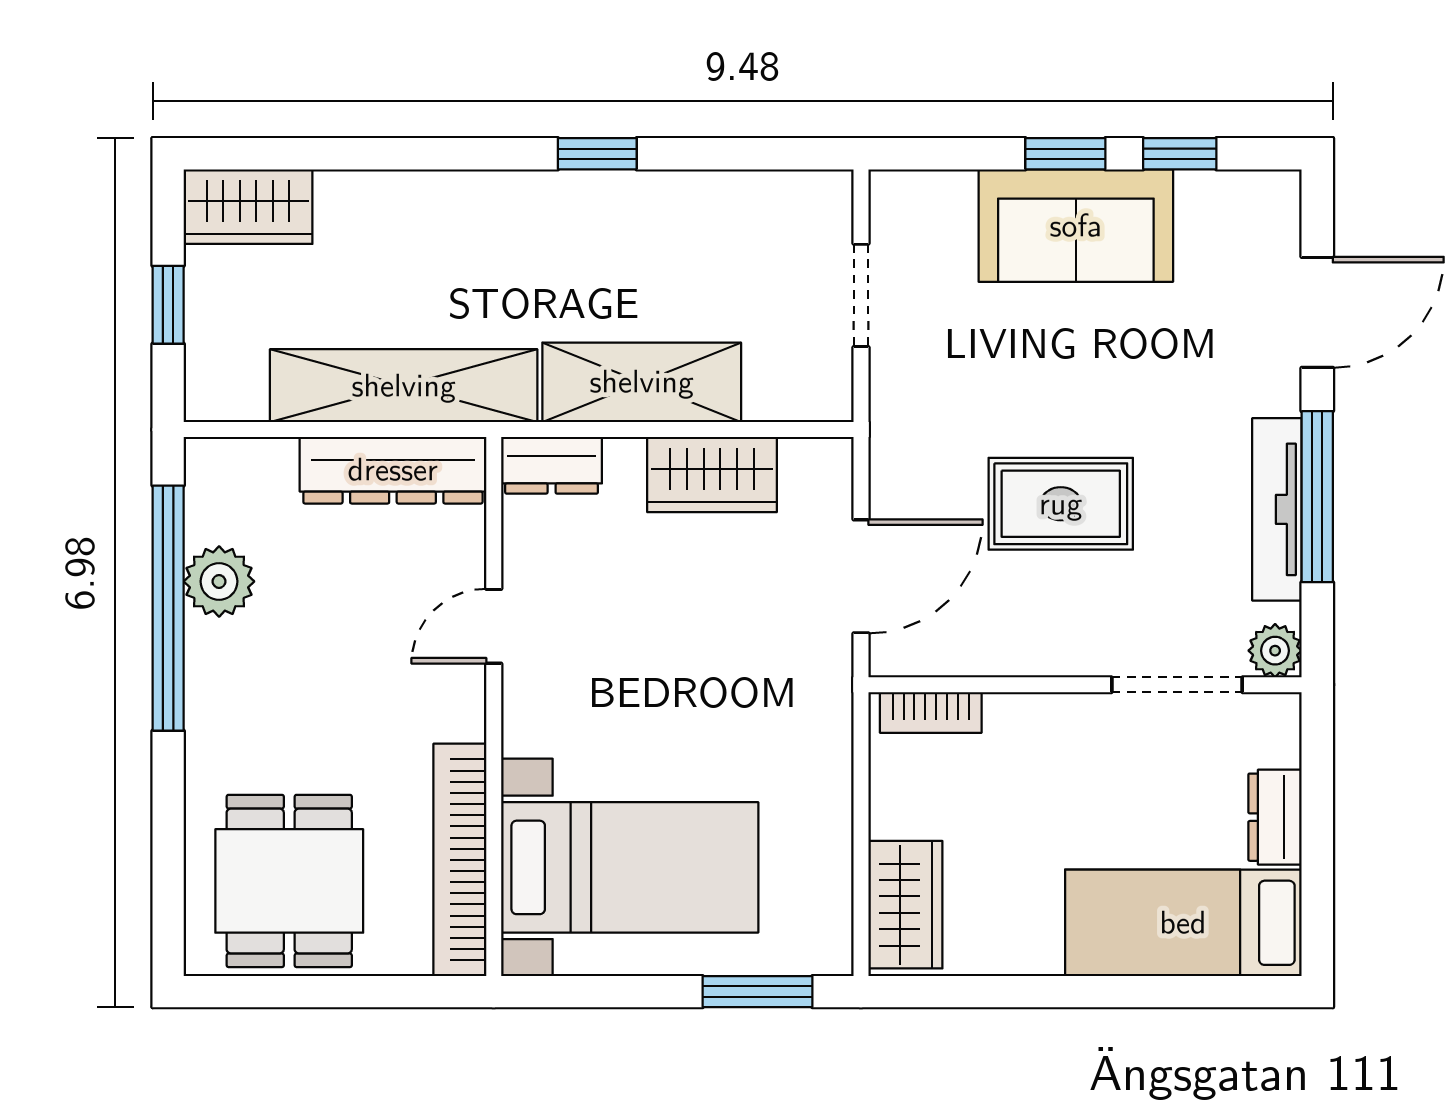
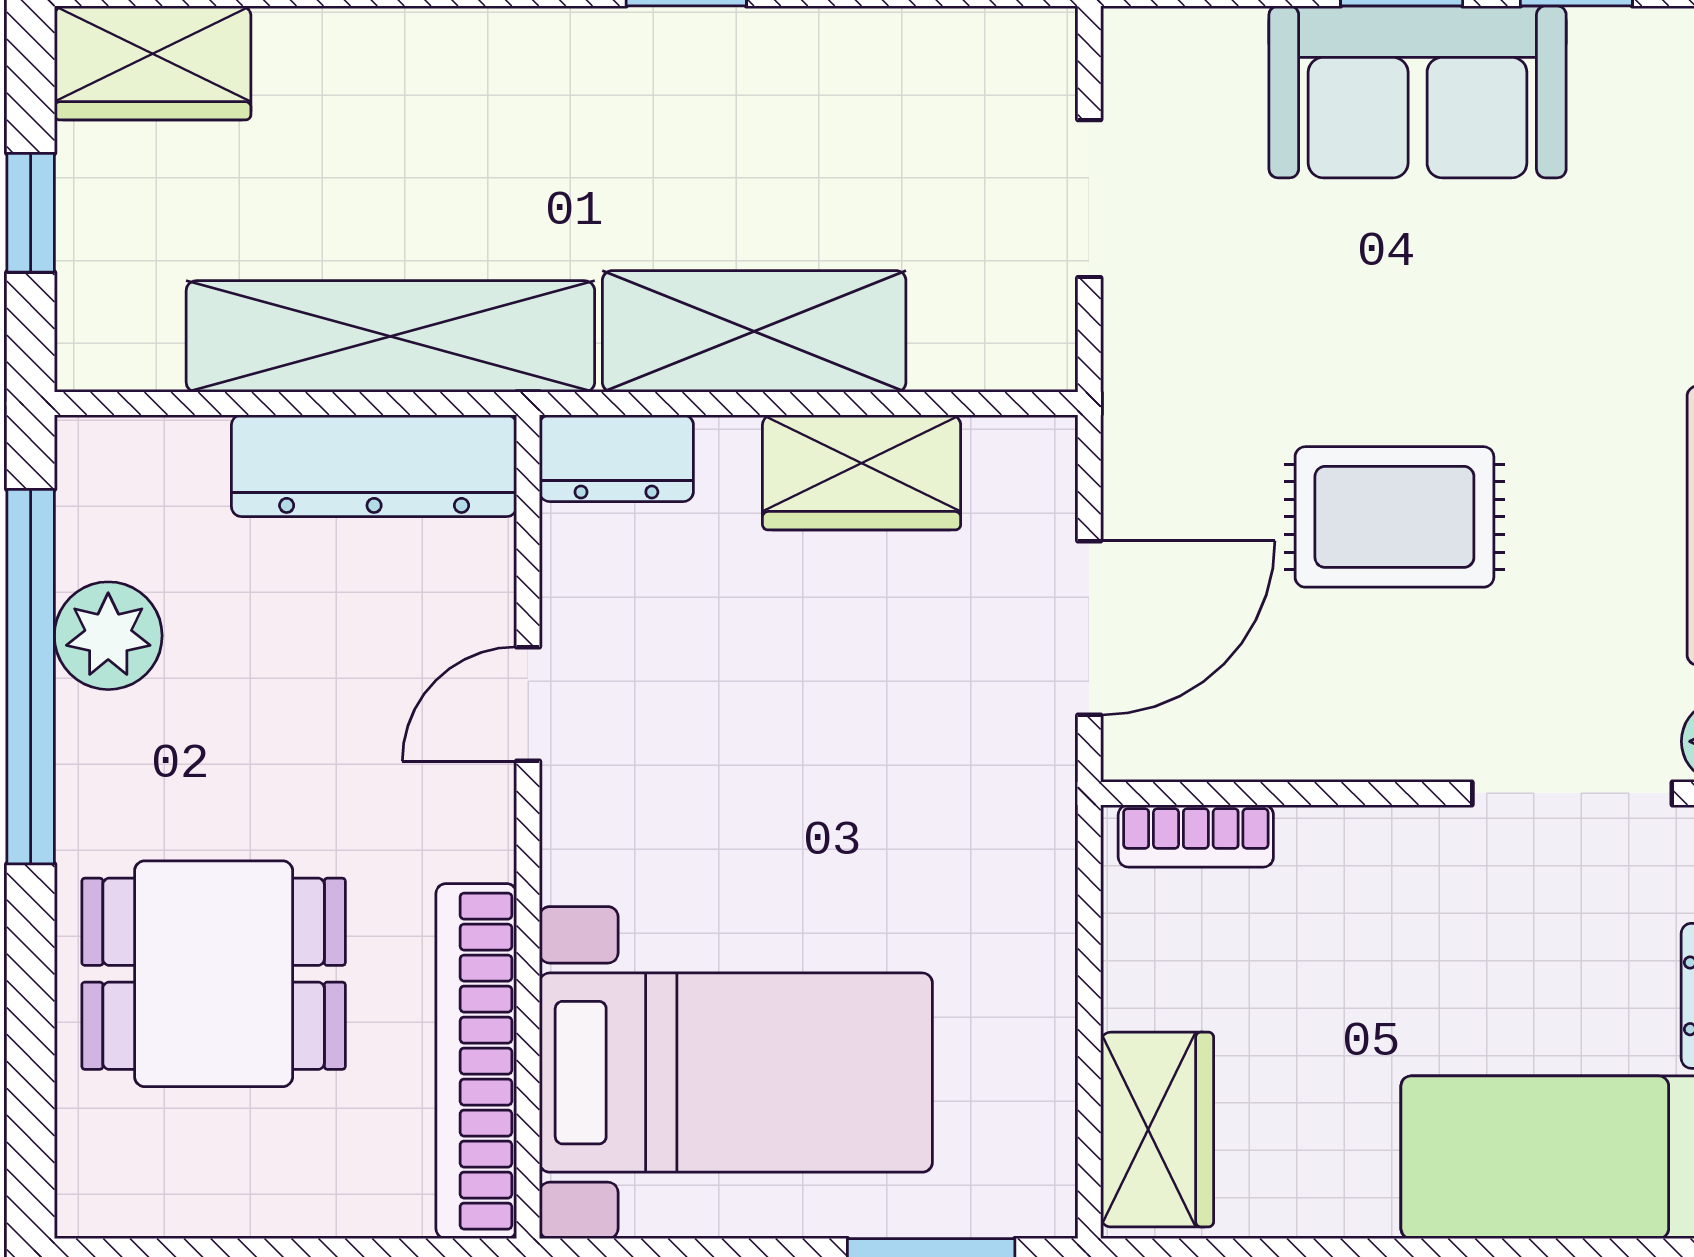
dining table: (289, 881) -> (214, 974), moved, turned 90

